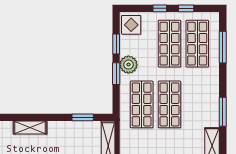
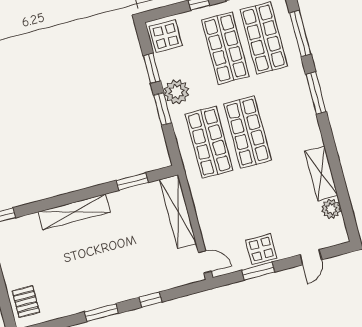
window: (223, 112) -> (316, 93), moved
shelving: (30, 127) -> (74, 212), width x1.47

